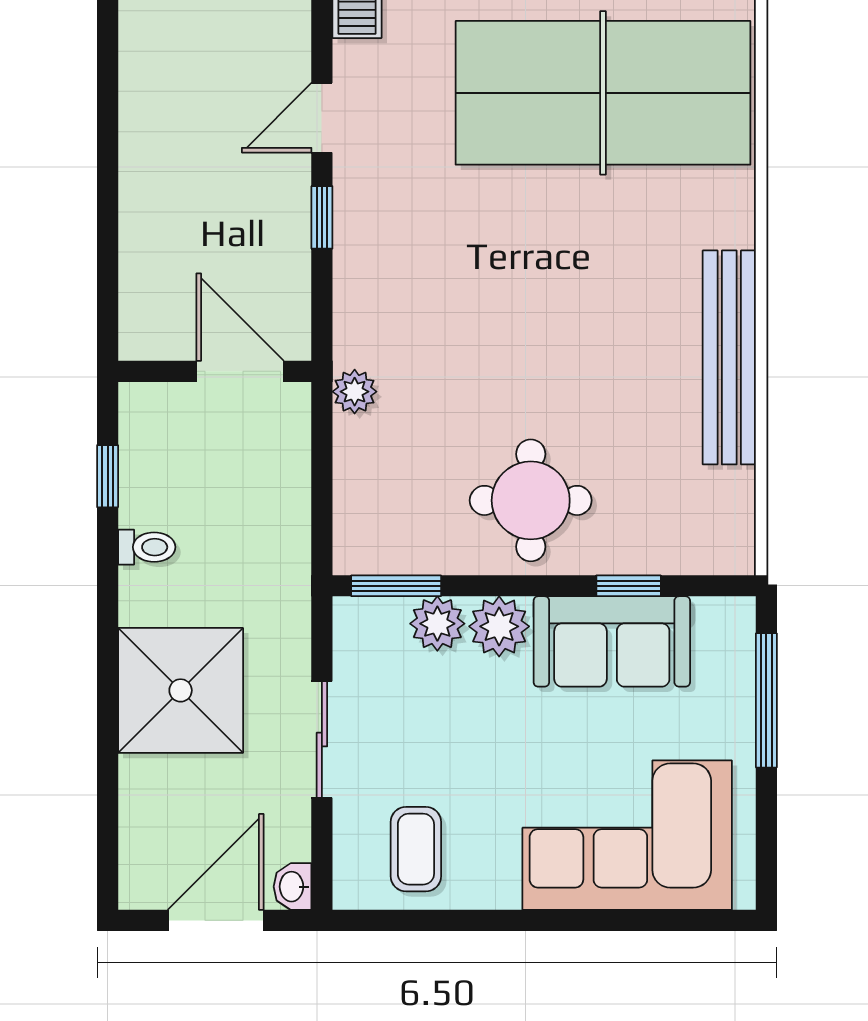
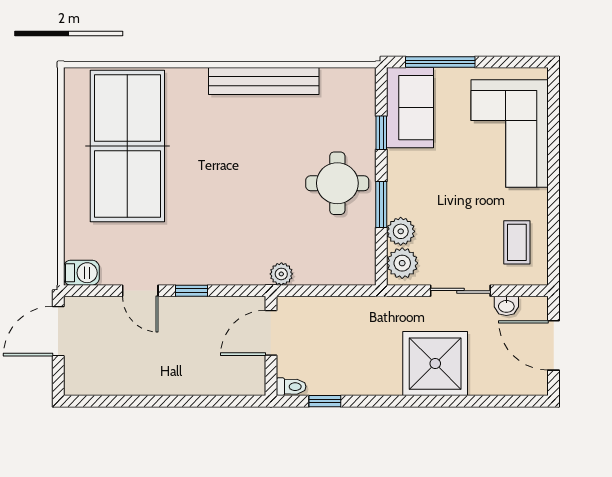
toilet: (147, 547) -> (291, 387), moved, turned 90
window: (396, 586) -> (381, 204), moved
plant: (499, 626) -> (402, 263), moved
sofa: (612, 641) -> (410, 108), moved
coffee table: (416, 849) -> (517, 242), turned 90
washbasin: (293, 887) -> (506, 306), moved

